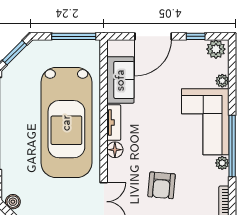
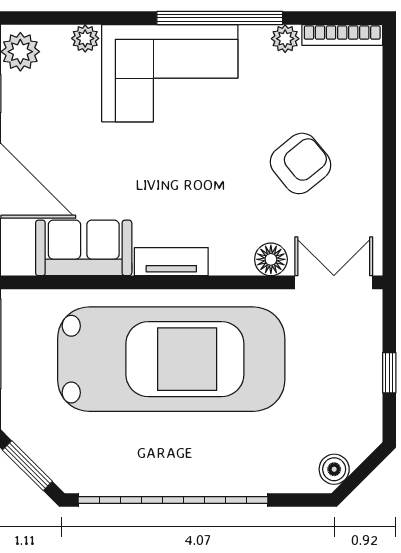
floor lamp: (115, 150) -> (271, 259), moved
plant: (222, 163) -> (285, 39), moved
armchair: (162, 185) -> (301, 163), turned -44

